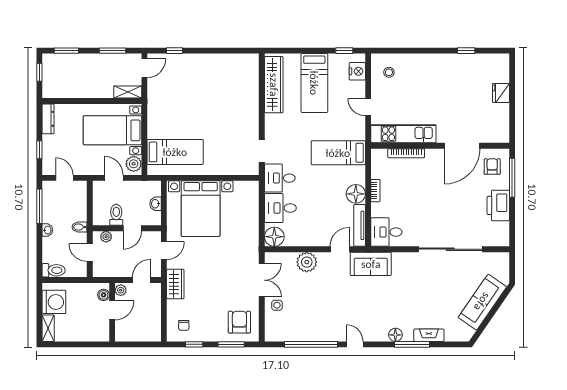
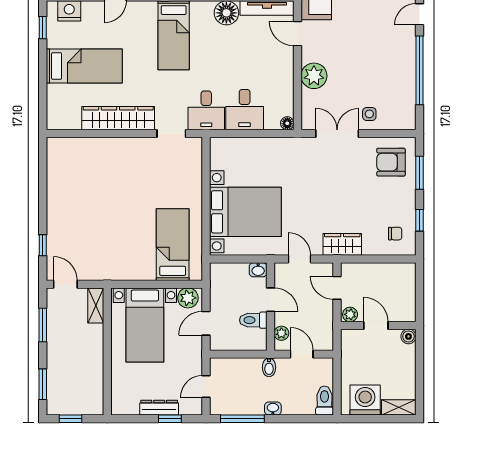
wardrobe: (274, 85) -> (118, 118), moved
dresser: (48, 119) -> (159, 408), moved
washbasin: (155, 204) -> (258, 270), moved
floor lamp: (274, 237) -> (287, 123), width x0.53, depth x0.53
door: (90, 252) -> (302, 354), swing flipped
boiler: (104, 295) -> (408, 336), moved

